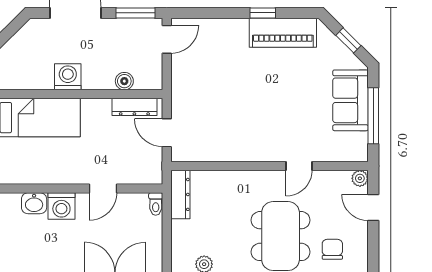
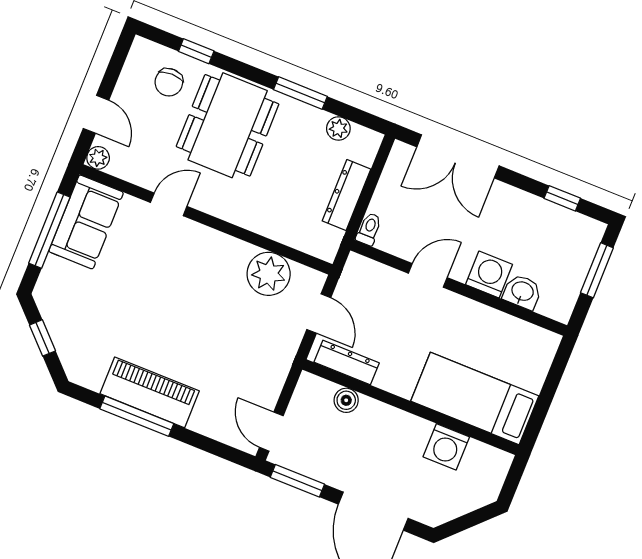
window: (263, 13) -> (137, 416), width x2.17
piano: (283, 33) -> (150, 392), moved
door: (167, 39) -> (271, 432), hinge flipped
washing machine: (68, 77) -> (446, 447), moved
sofa: (350, 100) -> (86, 222), moved
plant: (212, 146) -> (269, 274), added
dresser: (180, 194) -> (346, 195), moved

